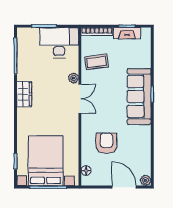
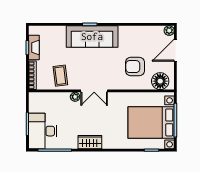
desk: (59, 43) -> (43, 131), moved
double door: (80, 99) -> (94, 91), swing flipped
floor lamp: (86, 171) -> (160, 81), width x1.89, depth x1.89

